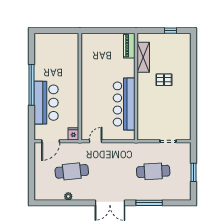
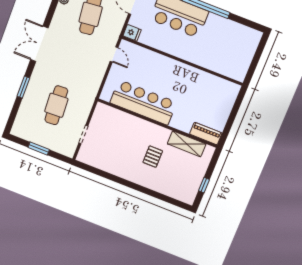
window: (149, 203) -> (23, 87), width x0.69

